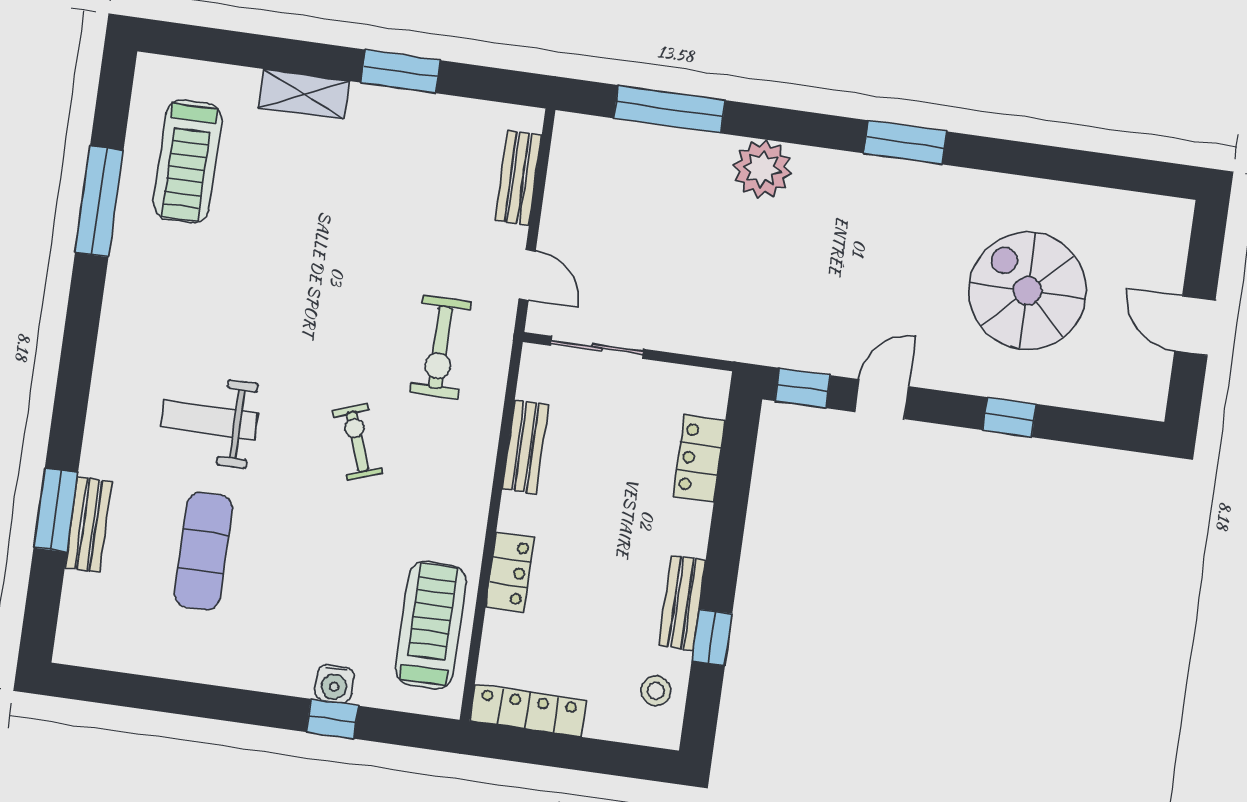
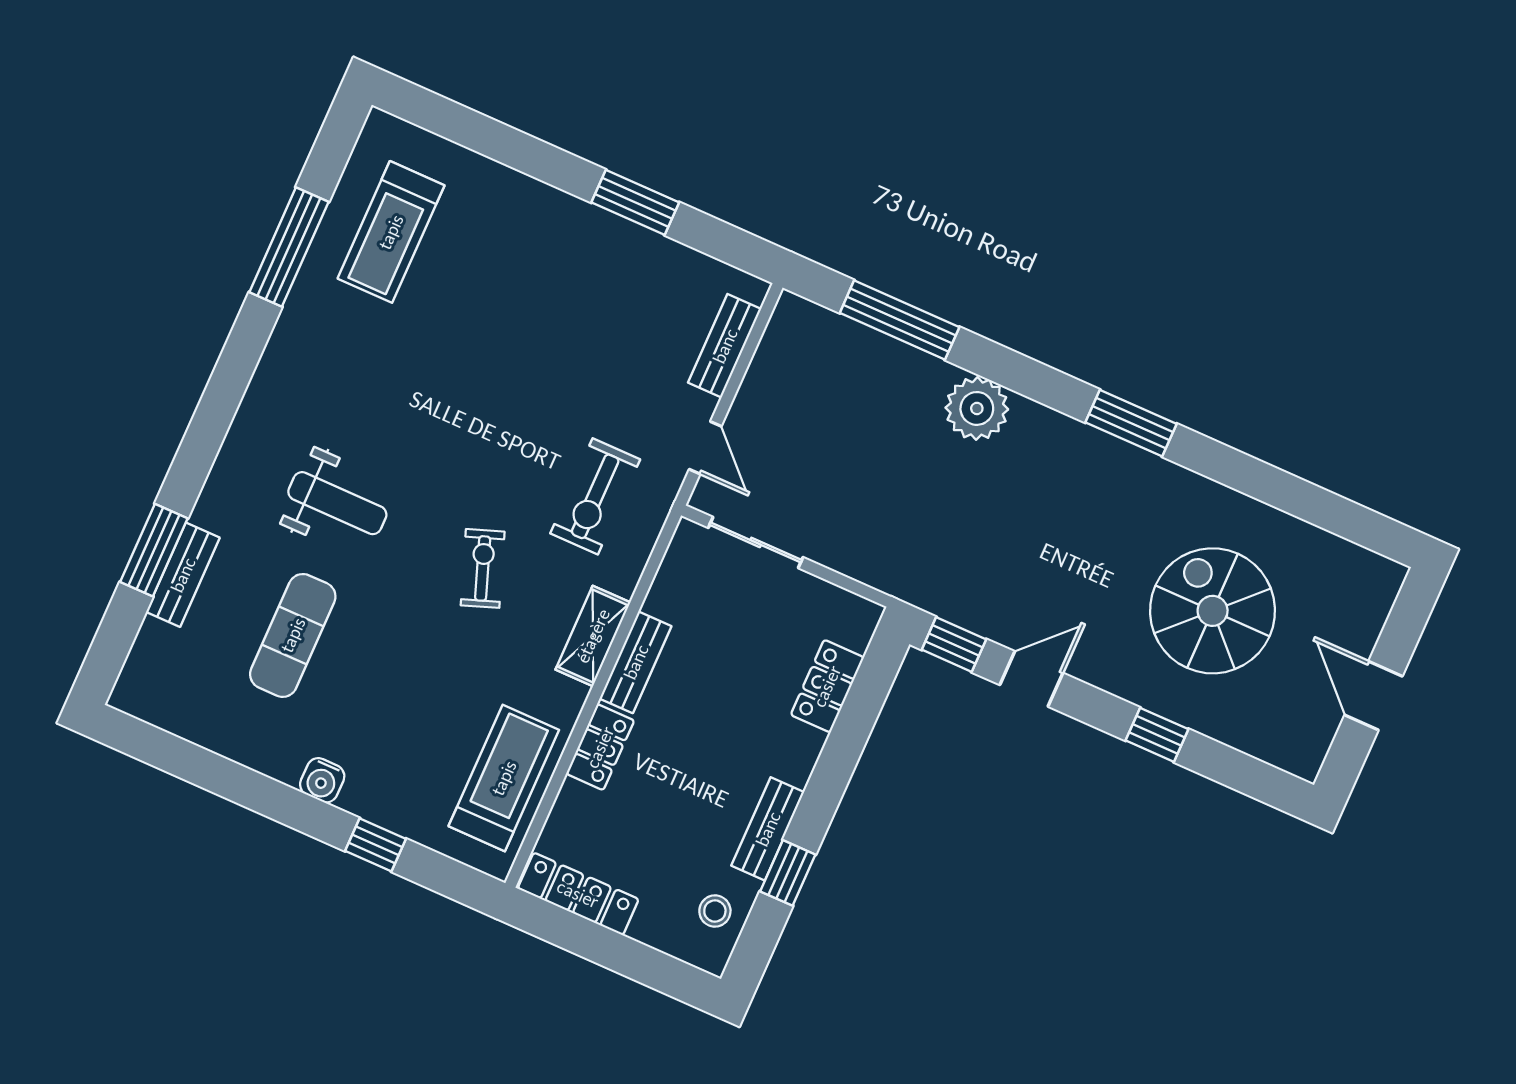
shelving: (304, 94) -> (593, 636), moved, turned 90
weight bench: (209, 420) -> (337, 503), turned 180
bench: (525, 447) -> (636, 662), moved
water cooler: (335, 684) -> (322, 780), moved

